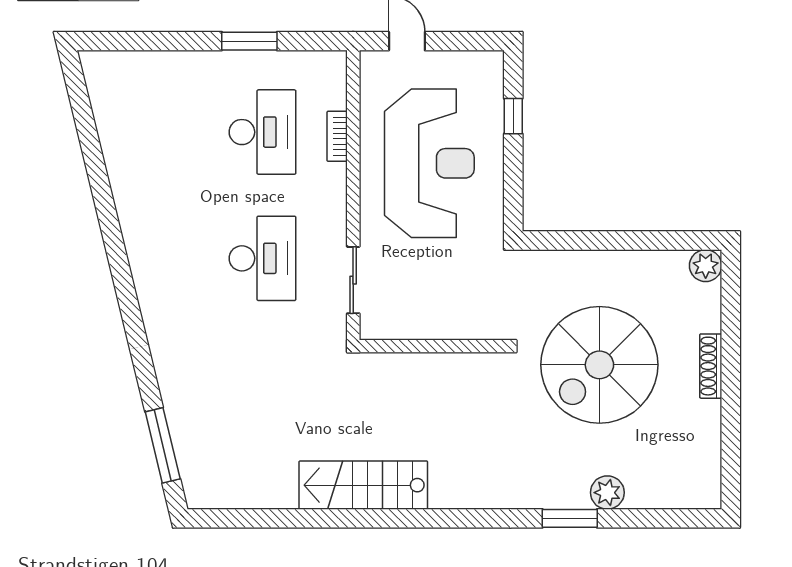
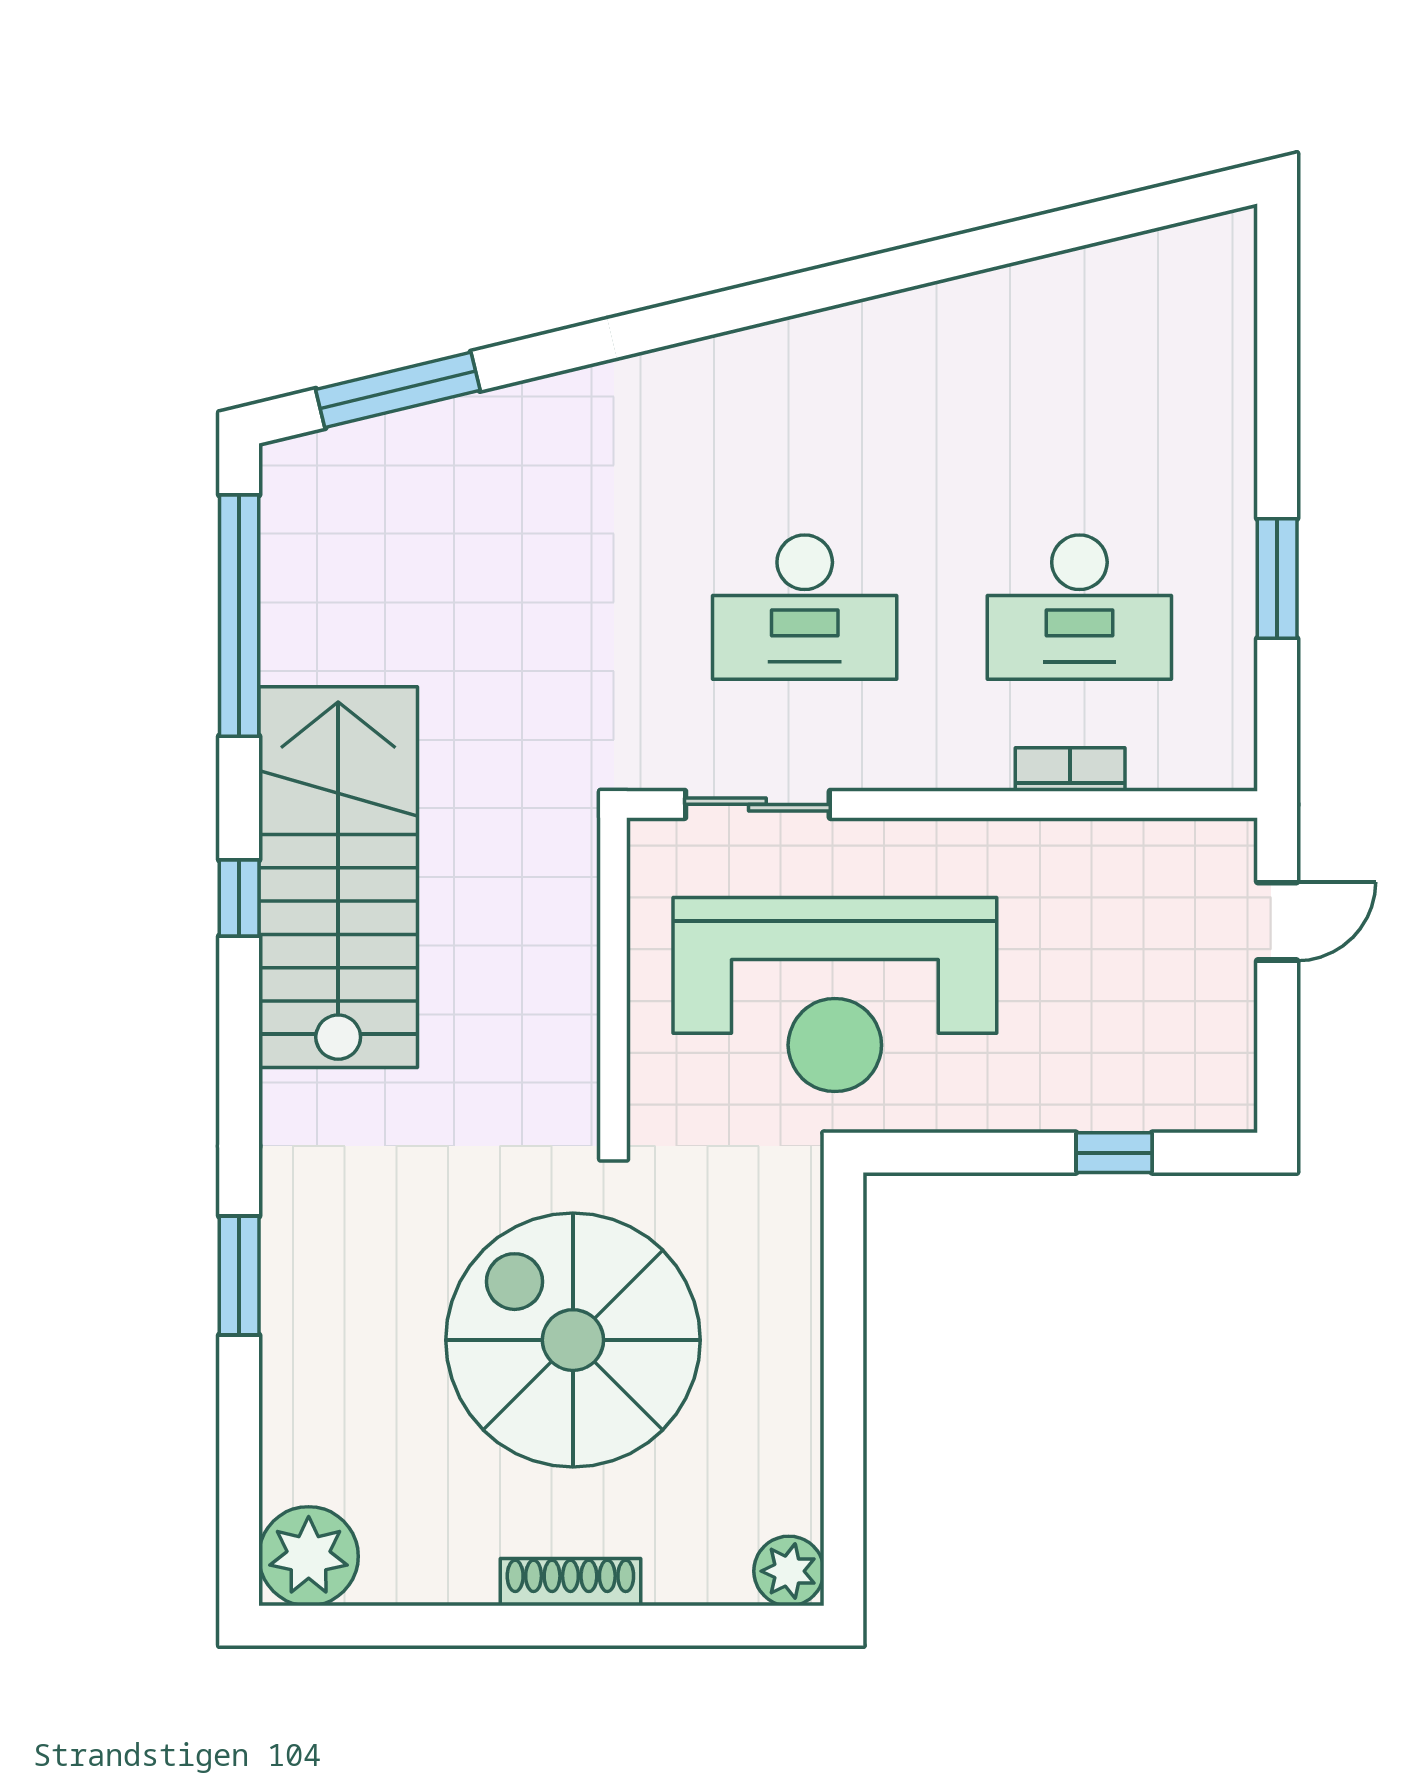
reception desk: (429, 163) -> (835, 995), moved
stairs: (363, 485) -> (338, 877), width x1.36, depth x1.51
plant: (607, 493) -> (309, 1556), moved, width x1.36, depth x1.36
window: (266, 518) -> (239, 616), added
window: (396, 518) -> (239, 898), added

